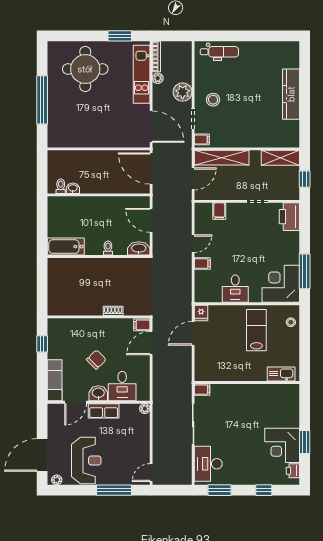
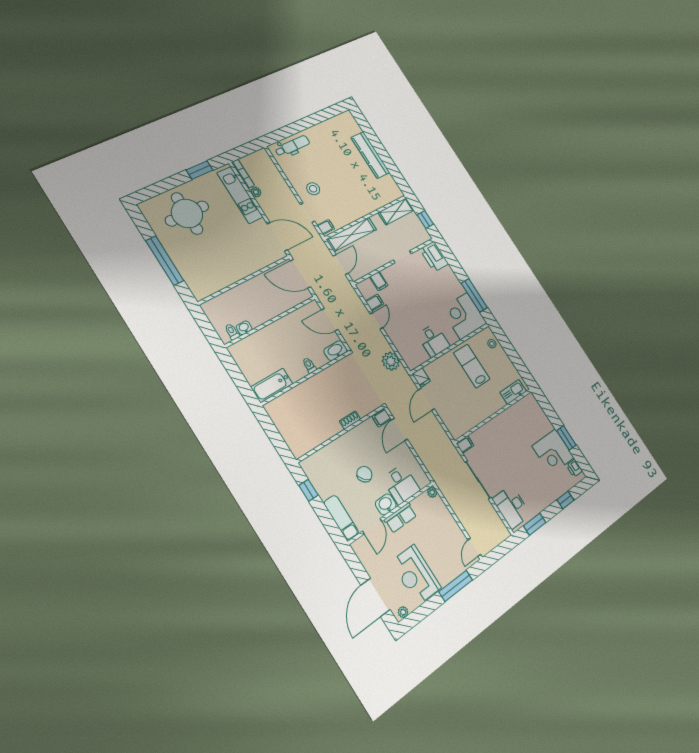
plant: (183, 92) -> (391, 361), moved
filing cabinet: (202, 263) -> (375, 302), moved
reception desk: (86, 460) -> (416, 575), turned 180

